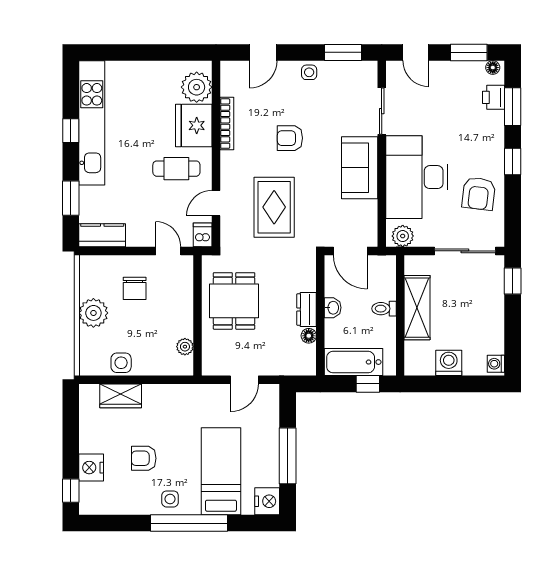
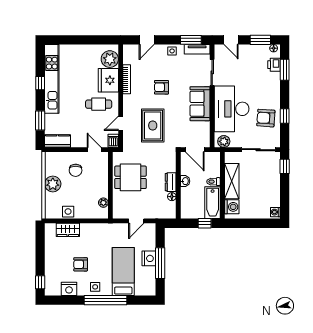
tv unit: (354, 69) -> (197, 49), added
window: (513, 161) -> (285, 116), moved
armchair: (479, 194) -> (266, 118), turned 87
dining table: (234, 301) -> (131, 177), turned 90
bathtub: (353, 362) -> (213, 203), moved, turned -90
washing machine: (449, 363) -> (232, 207), moved, turned 90
nightstand: (91, 468) -> (69, 289), moved, turned -90
nightstand: (267, 501) -> (149, 258), moved

